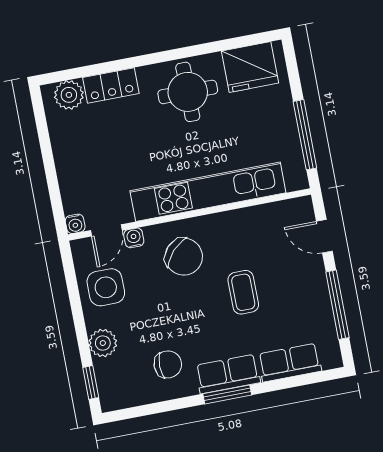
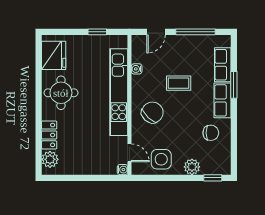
window: (305, 135) -> (97, 32), width x0.46
water cooler: (134, 238) -> (137, 69), moved
chair: (168, 364) -> (211, 133), turned 90
window: (227, 394) -> (234, 85), moved

